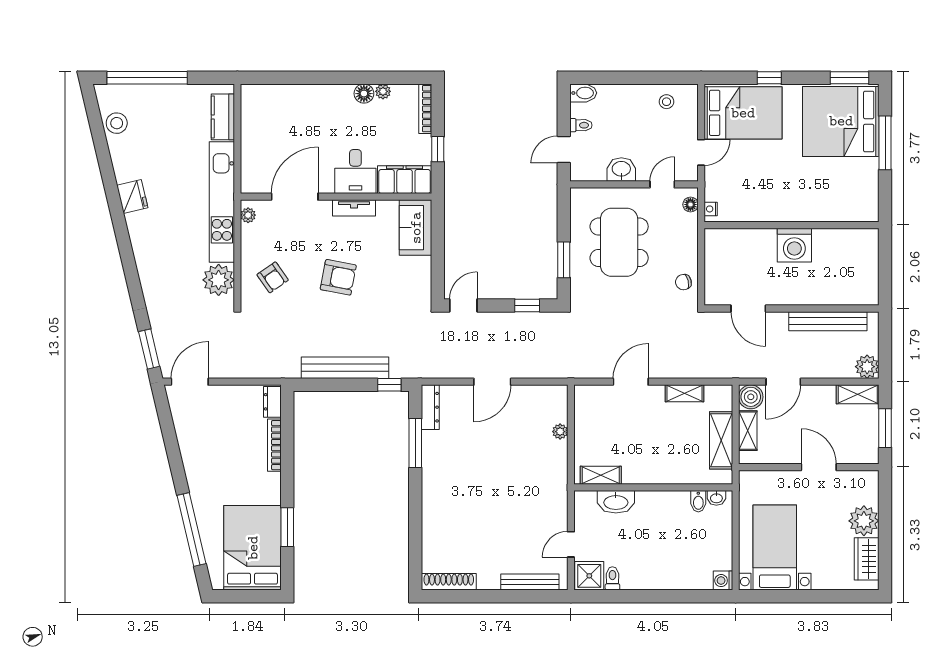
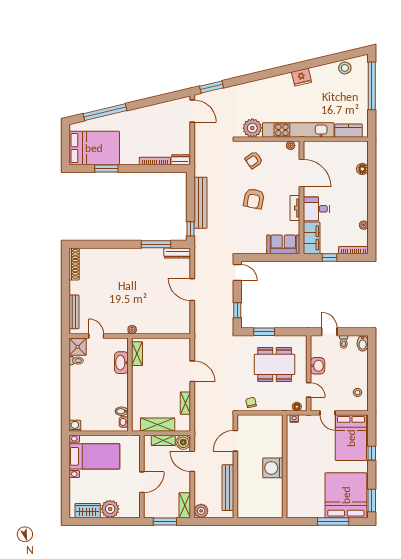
floor lamp: (364, 94) -> (362, 169), moved
plant: (560, 432) -> (132, 330), moved

